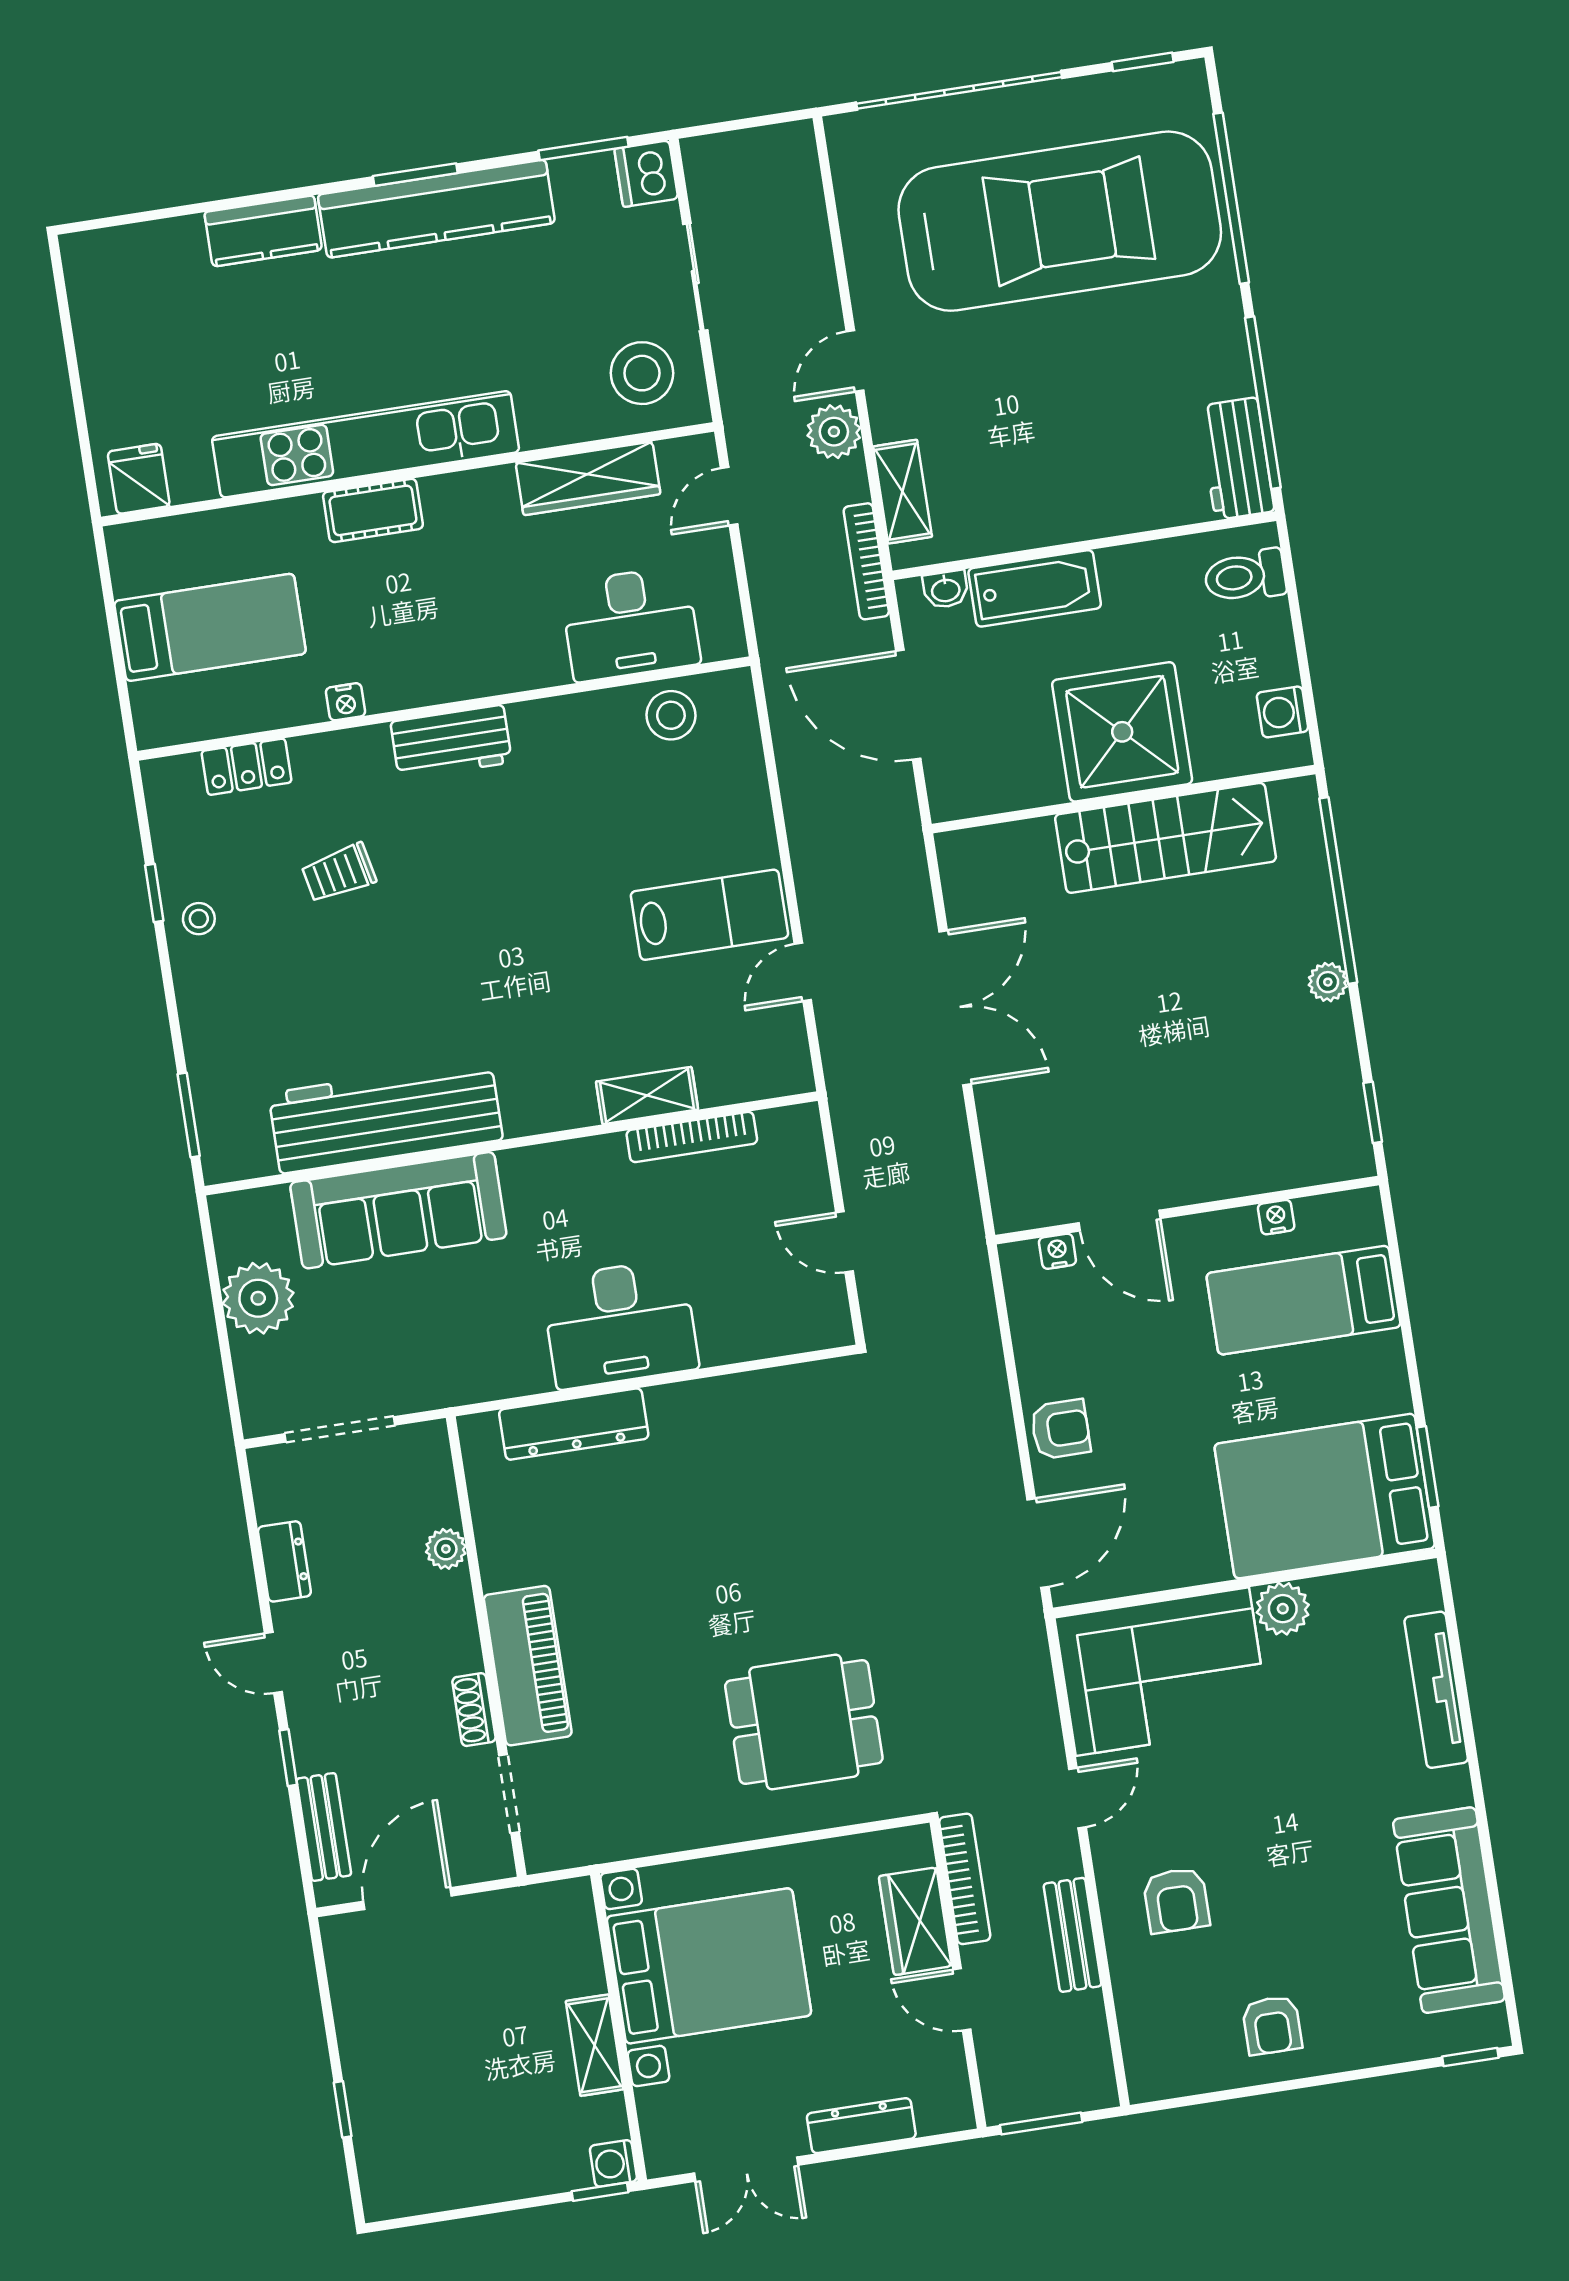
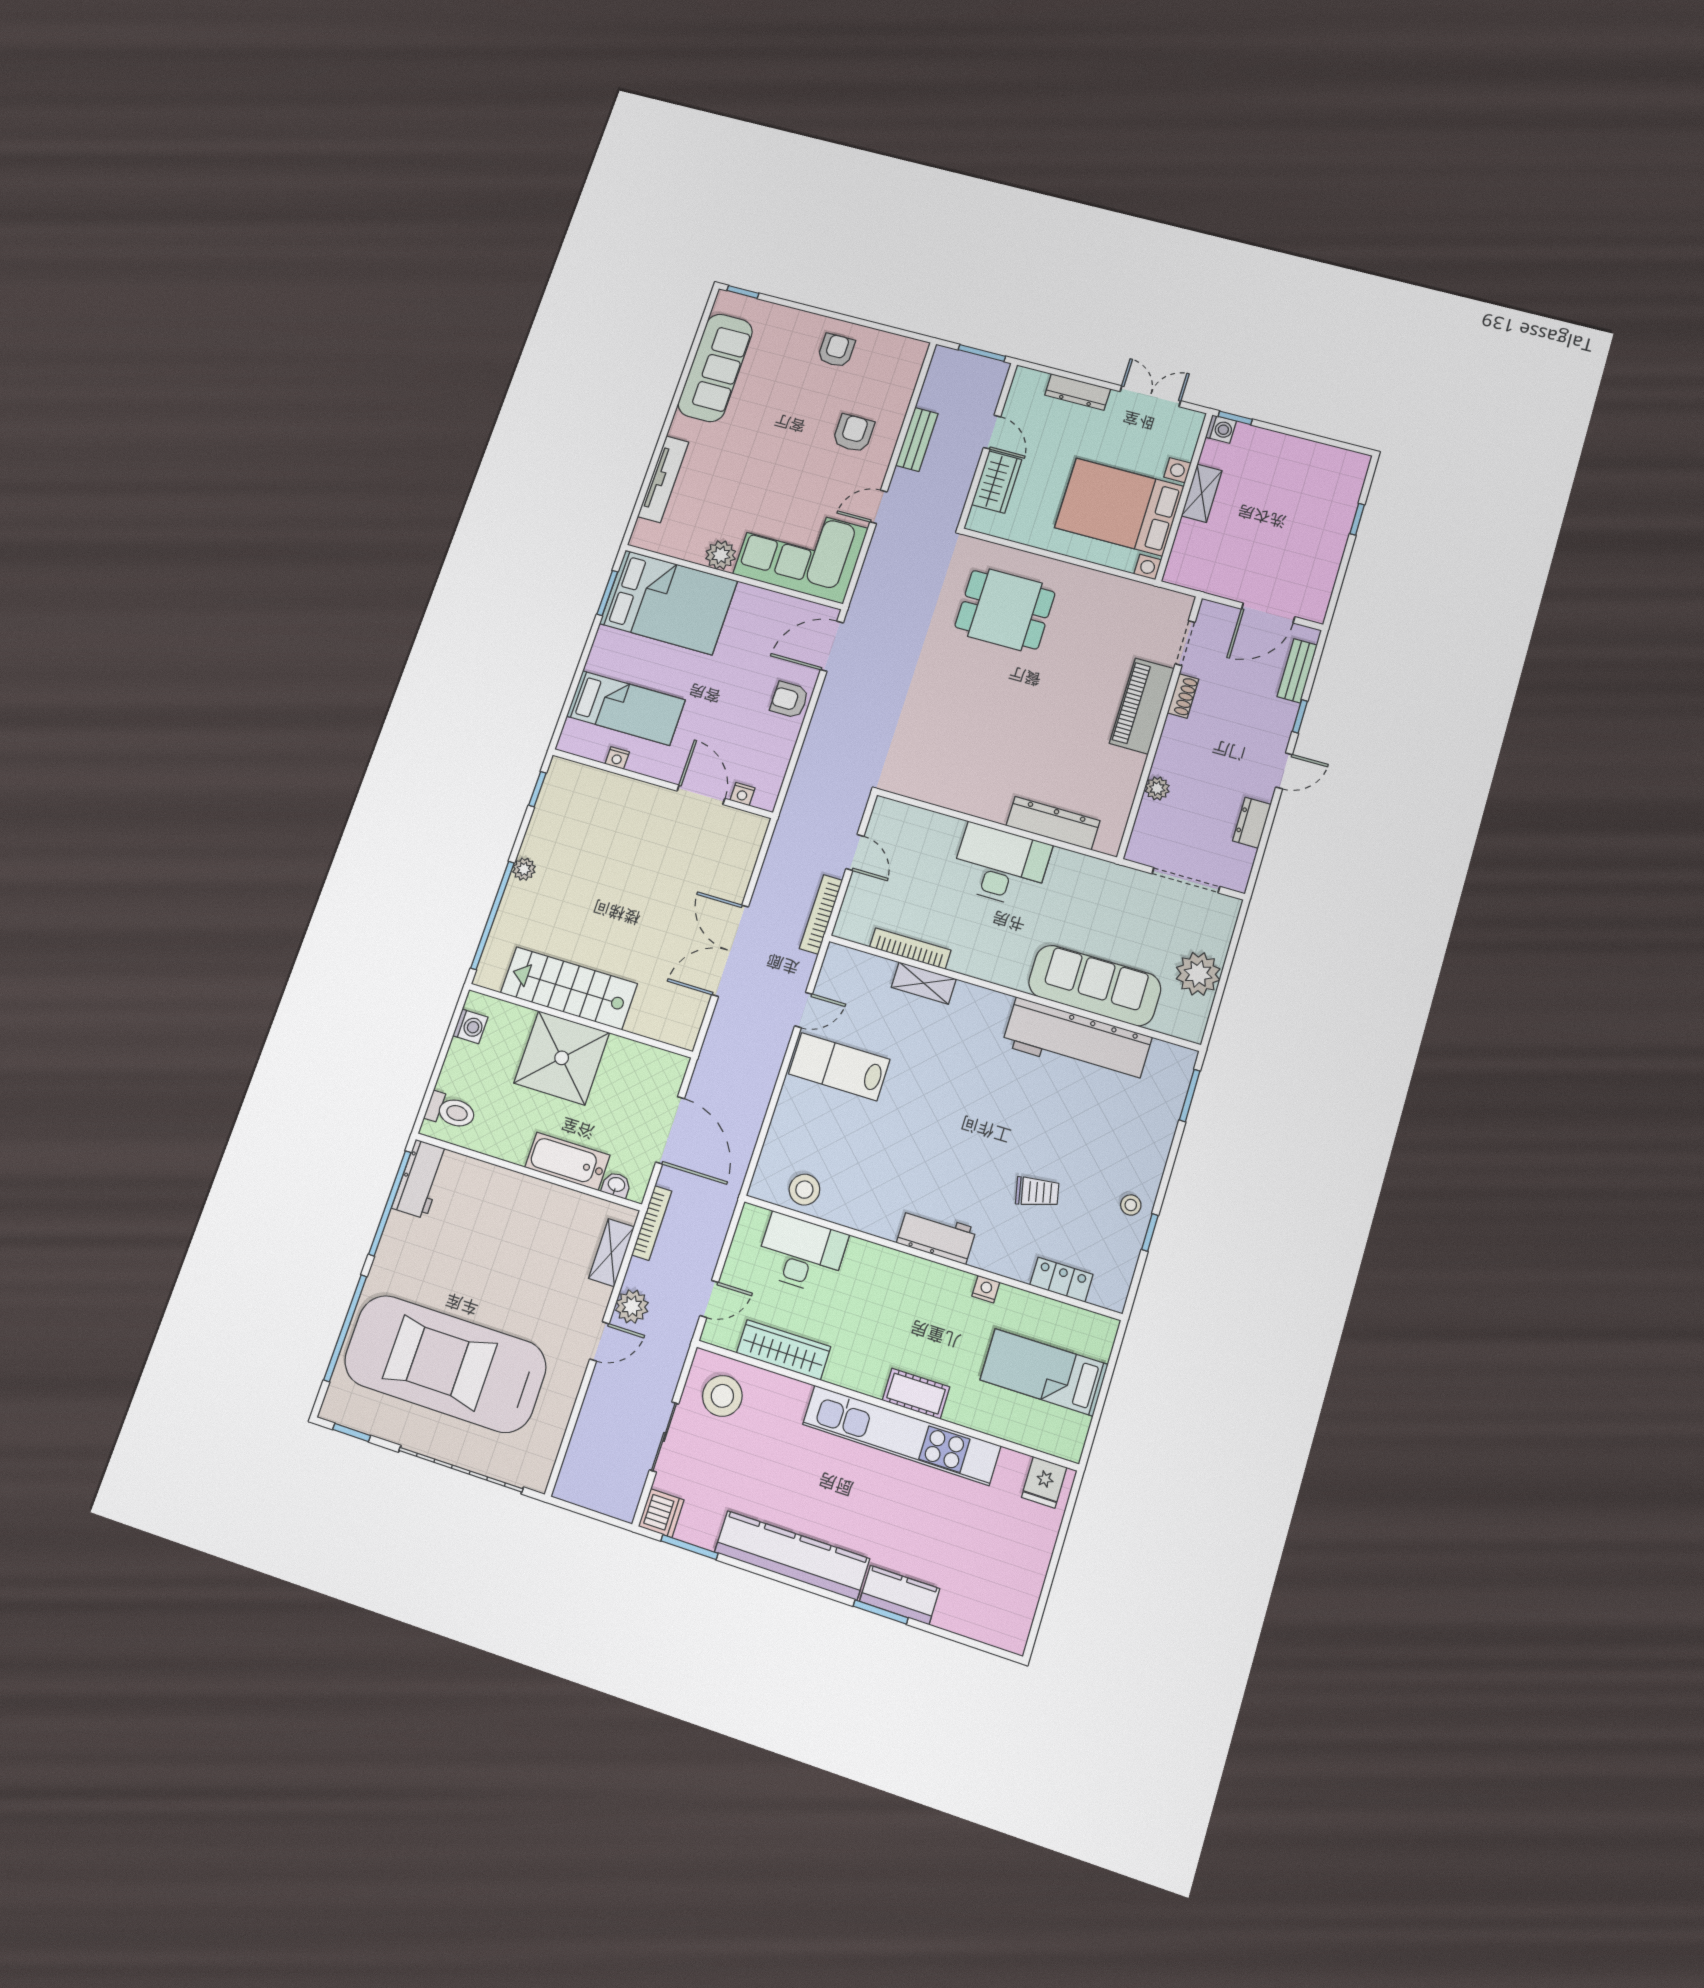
window: (415, 175) -> (881, 1612), moved
door: (273, 1663) -> (1284, 771), hinge flipped
bookcase: (965, 1879) -> (821, 914), moved

